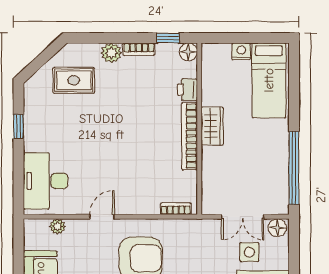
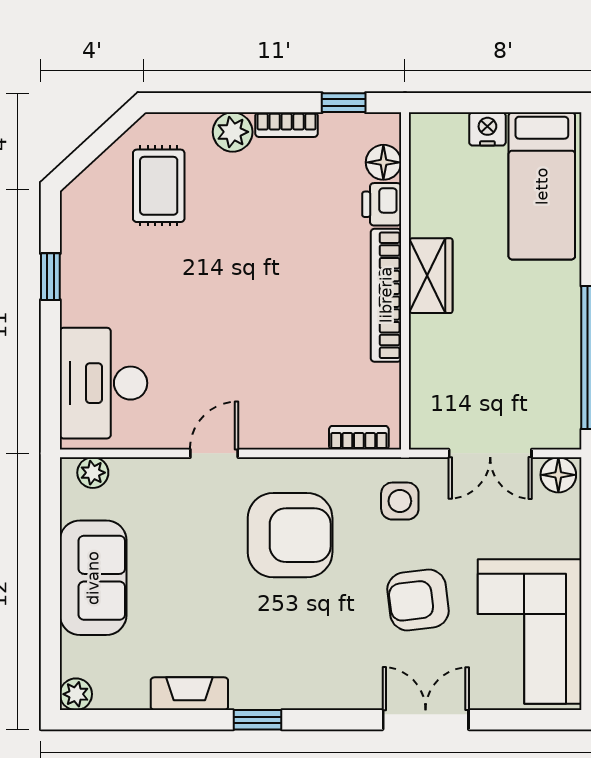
floor lamp: (188, 52) -> (383, 162), moved
rug: (74, 80) -> (159, 186), turned 90
plant: (57, 226) -> (93, 473), moved
side table: (249, 252) -> (400, 501), moved

